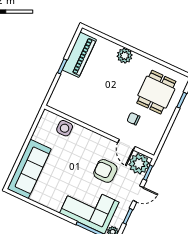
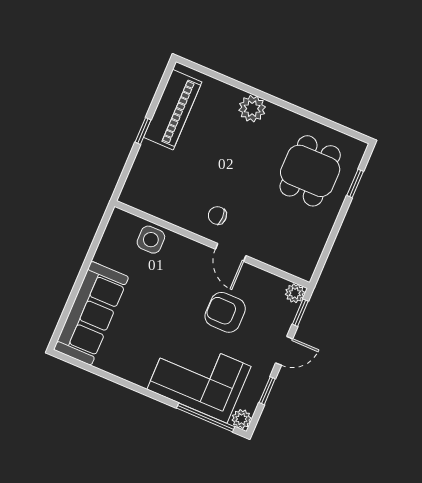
chair: (133, 119) -> (217, 215), moved
door: (126, 145) -> (231, 252), moved
plant: (139, 164) -> (295, 293), width x0.53, depth x0.53

